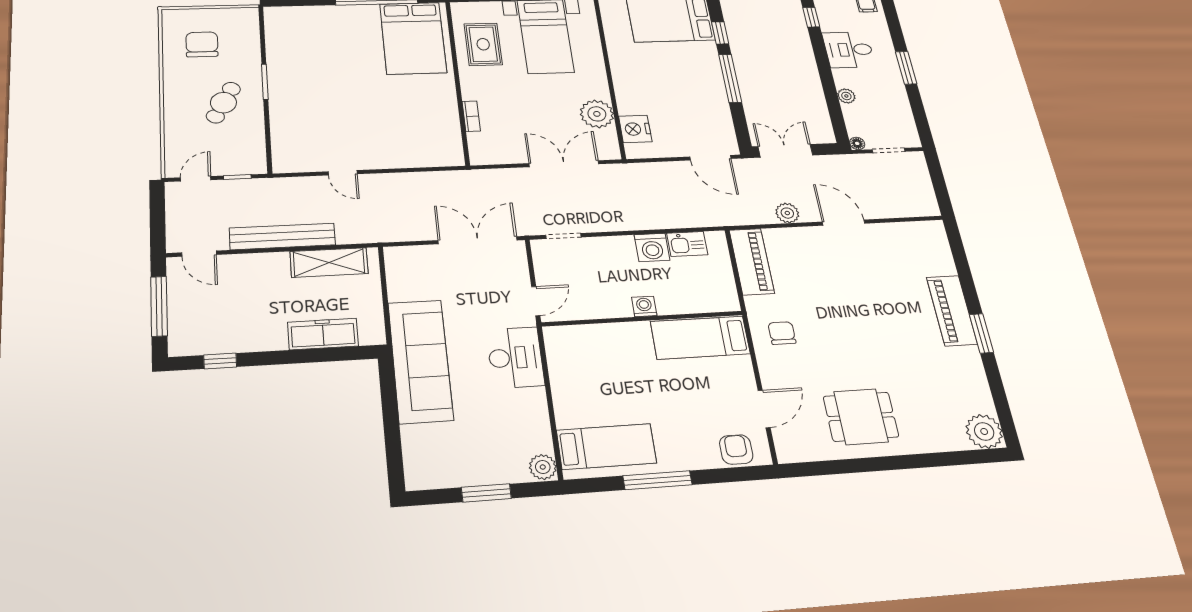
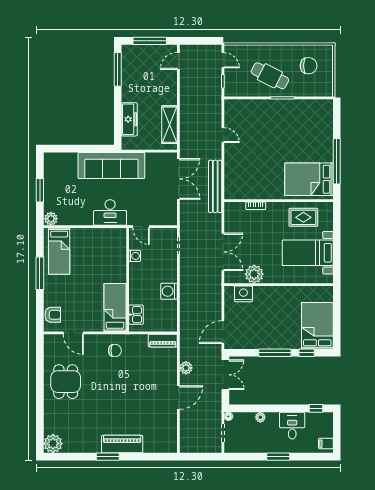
cafe table: (223, 103) -> (270, 76), width x1.37, depth x1.35
door: (343, 173) -> (223, 135), swing flipped
bench: (282, 236) -> (215, 186), moved
double door: (478, 240) -> (178, 179), moved
kitchen sink: (687, 244) -> (136, 315), moved, turned 180
piano: (752, 262) -> (163, 341), width x0.73, depth x0.75
washing machine: (644, 306) -> (135, 256), moved
window: (220, 361) -> (118, 69), width x2.17

